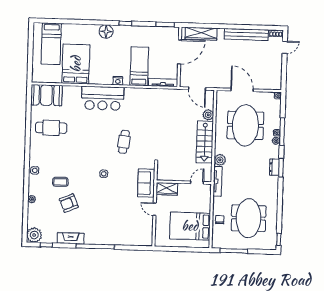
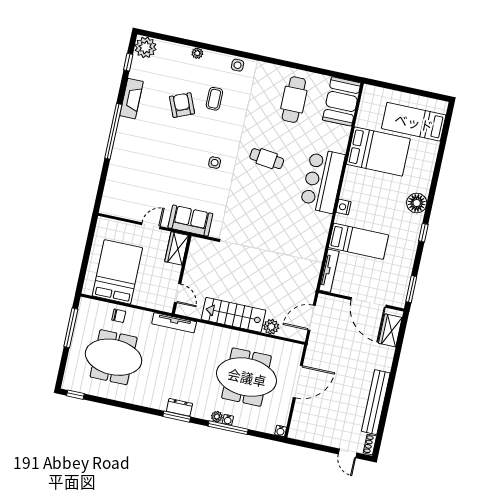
wardrobe: (201, 34) -> (390, 330), width x0.67
cafe table: (124, 142) -> (267, 159), moved
plant: (220, 160) -> (204, 332), removed

